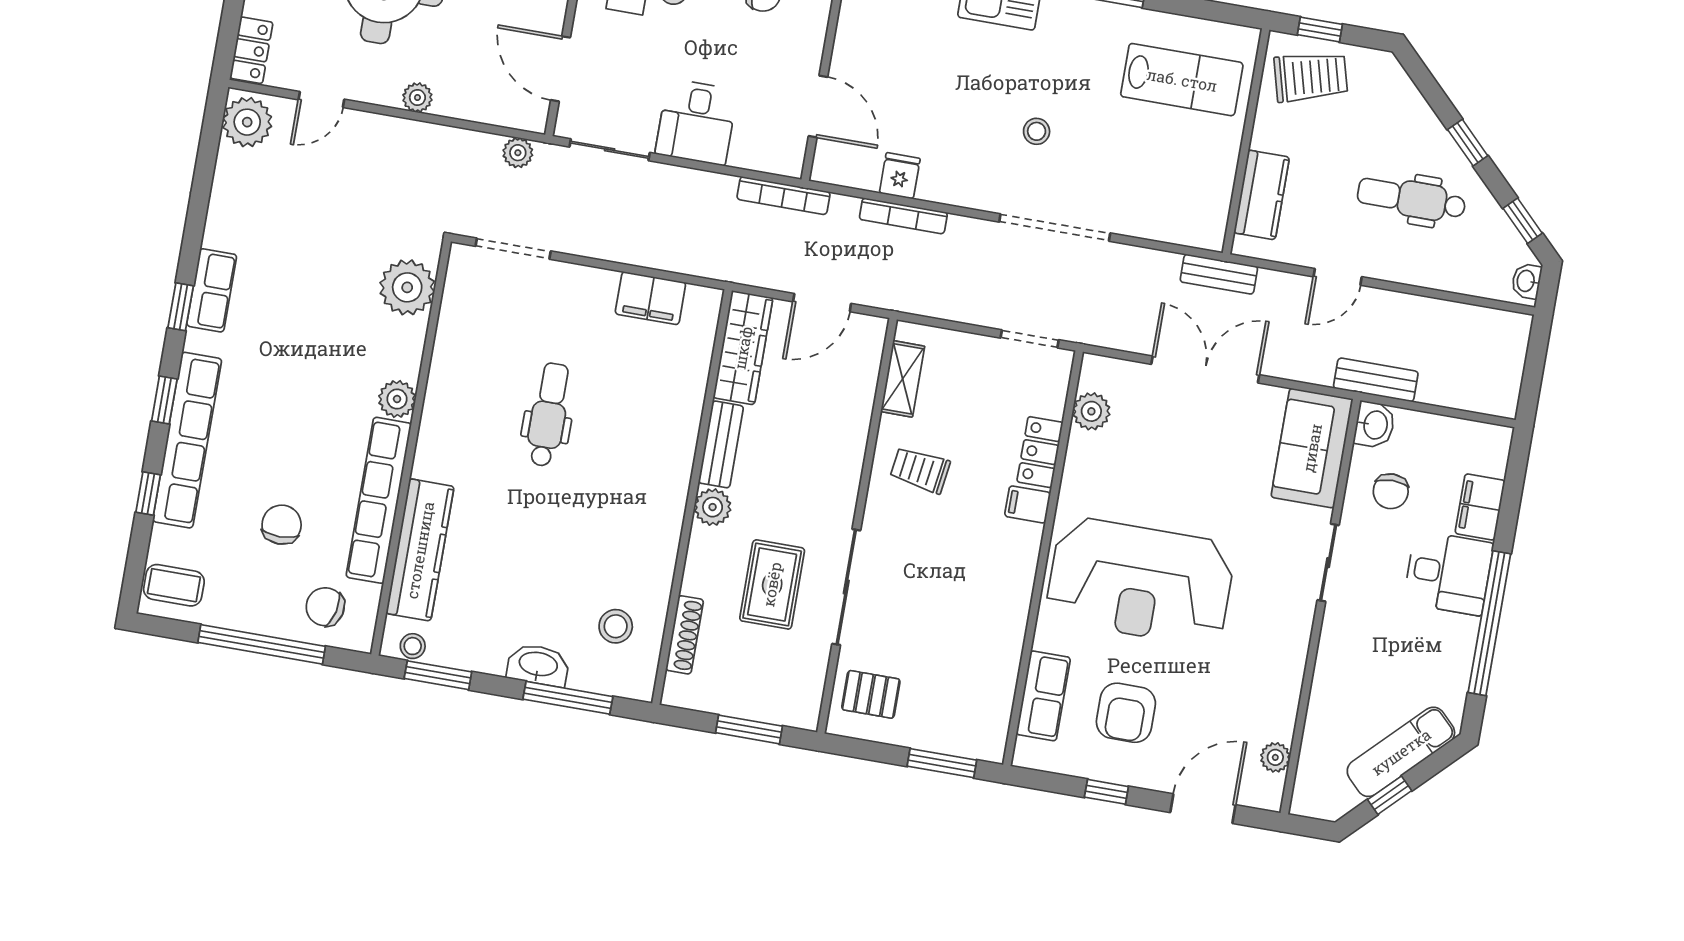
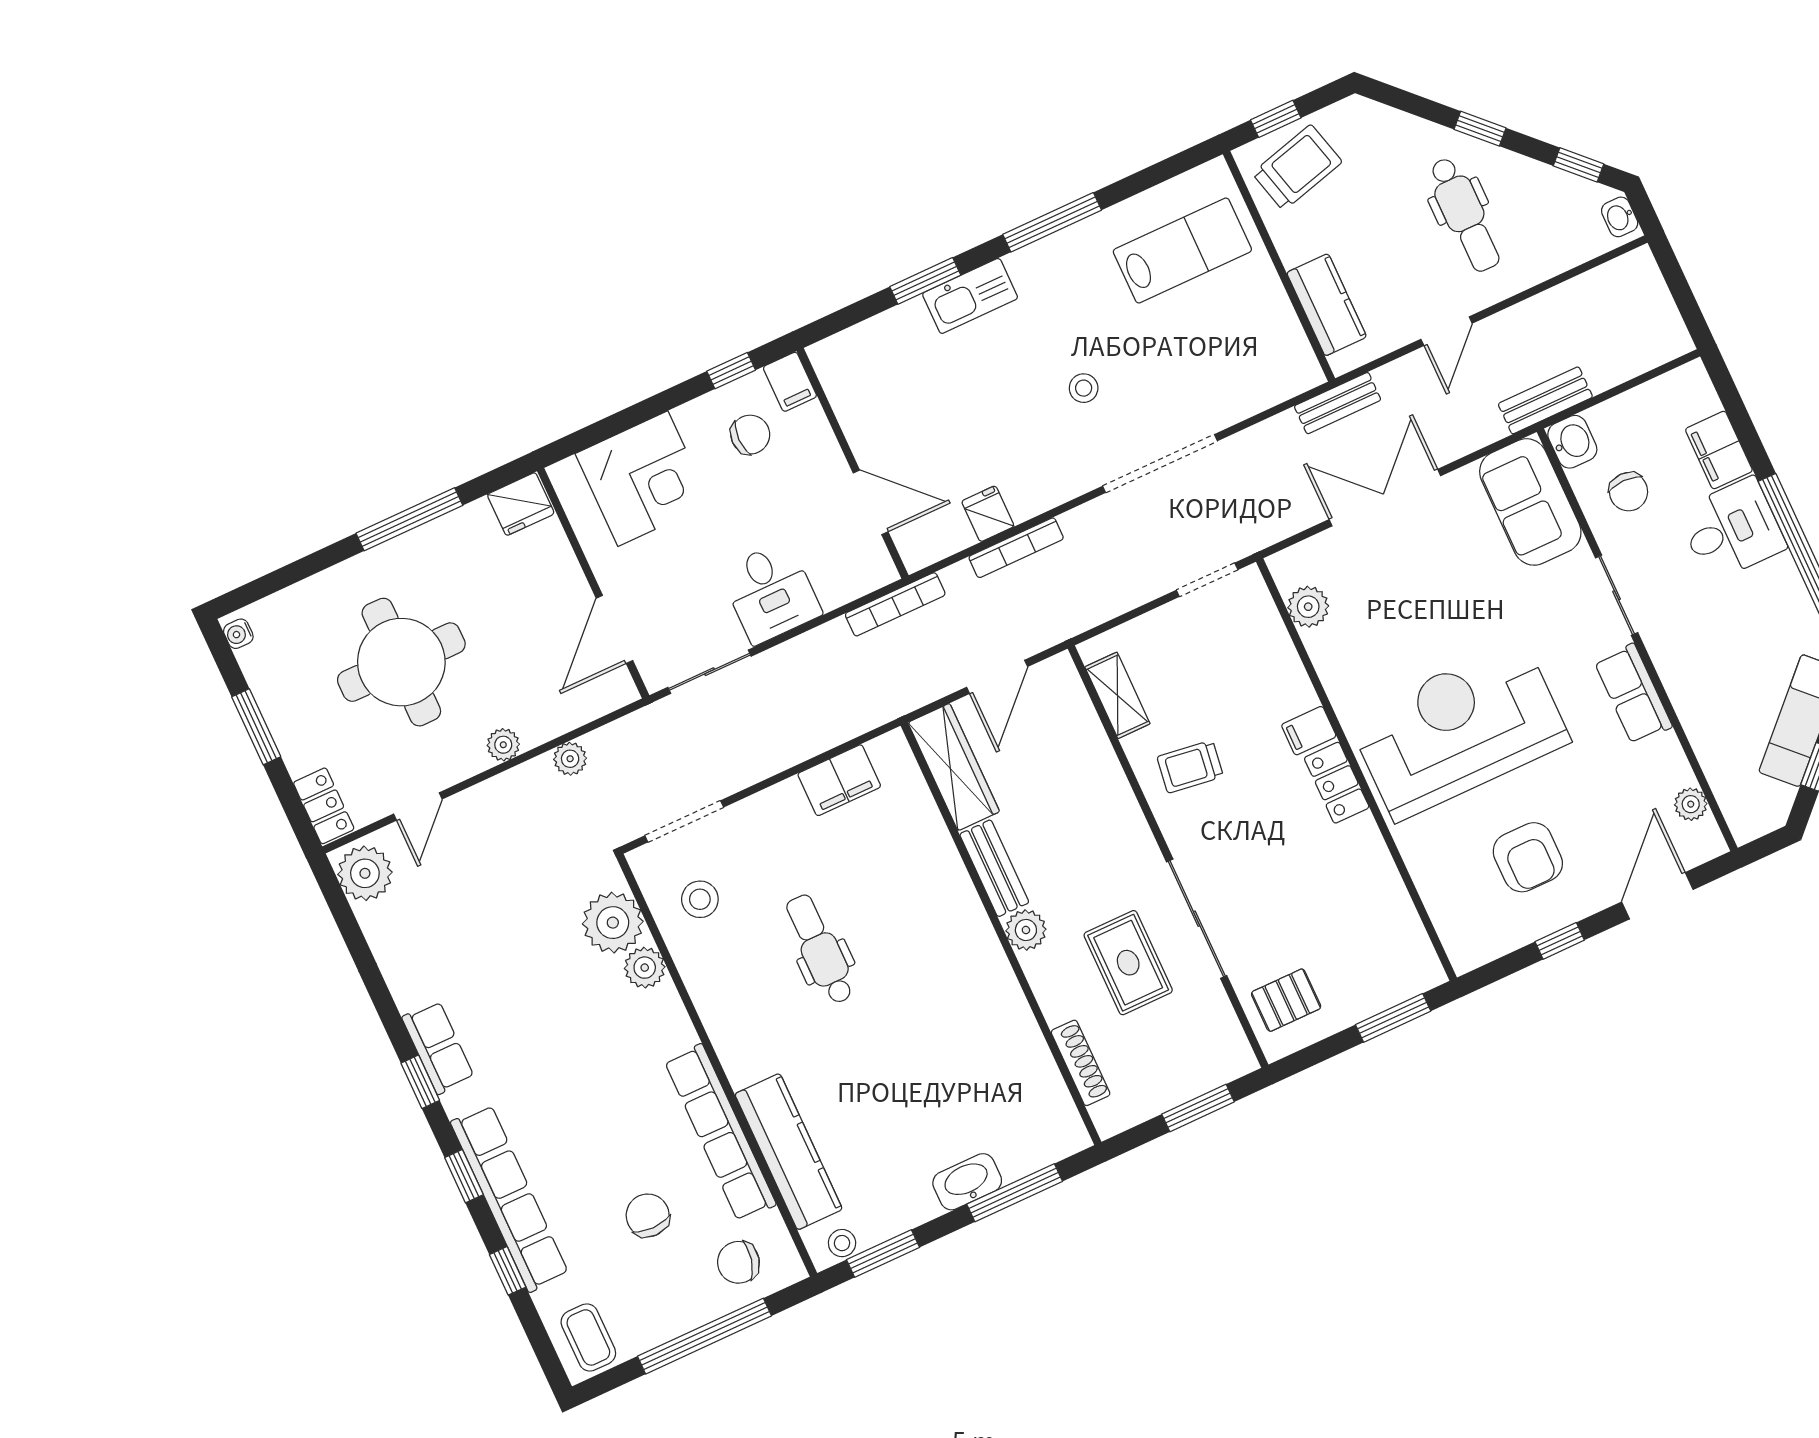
door: (560, 69) -> (614, 629), hinge flipped
plant: (518, 153) -> (570, 759), moved
dental chair: (1411, 199) -> (1464, 215), turned -90
plant: (397, 399) -> (645, 968), moved
locker: (1040, 452) -> (1337, 783), moved
reception desk: (1140, 582) -> (1459, 730), turned 180
coffee table: (174, 585) -> (588, 1337), turned 90
stool: (616, 626) -> (700, 899), moved
row of seats: (1043, 696) -> (1633, 694), moved, turned 180

